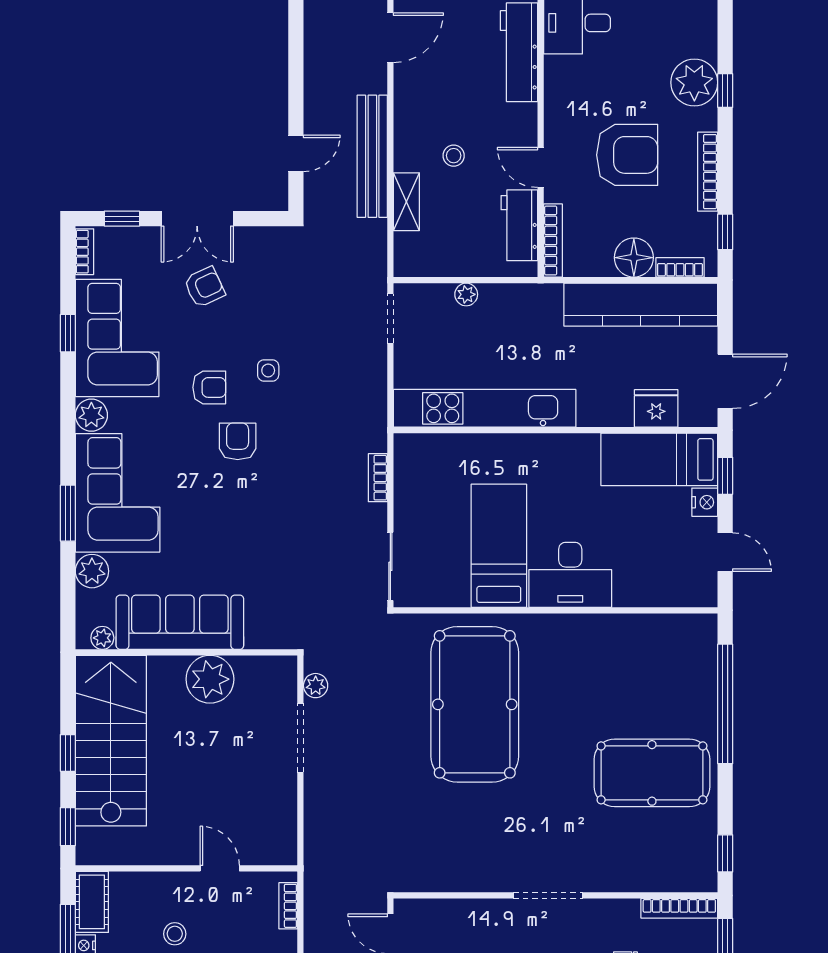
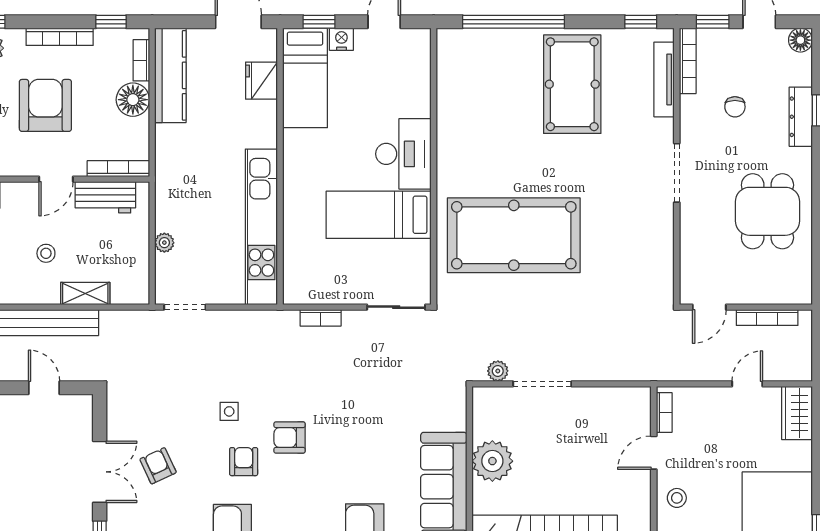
kitchen counter: (641, 305) -> (170, 75), width x0.72, depth x0.86
tv unit: (658, 881) -> (664, 79), added
bookcase: (288, 906) -> (664, 413), moved, turned -90
stool: (175, 934) -> (677, 498), moved

